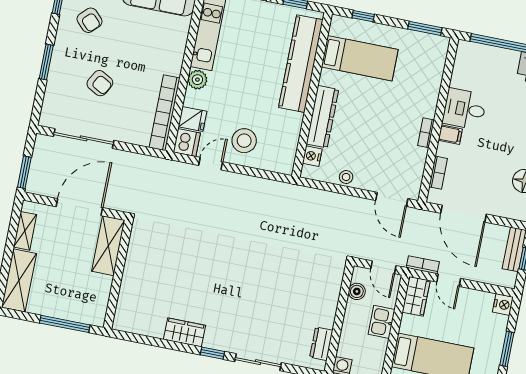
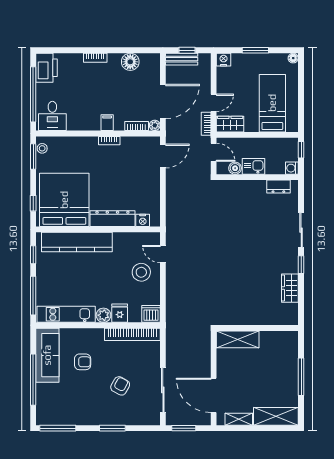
armchair: (90, 20) -> (83, 362), moved, turned 44
bed: (360, 58) -> (64, 200), width x2.04
desk: (464, 109) -> (52, 116), moved
fridge: (192, 119) -> (120, 313), moved
door: (211, 164) -> (163, 254), moved
window: (24, 172) -> (184, 428), moved
stool: (346, 177) -> (42, 148), moved
plant: (434, 197) -> (155, 125), added
door: (79, 207) -> (214, 395), moved
shelving: (108, 246) -> (238, 339), moved
door: (383, 267) -> (214, 152), hinge flipped
wall: (118, 275) -> (257, 328), moved
kitchen sink: (382, 322) -> (253, 166), moved, turned 180

